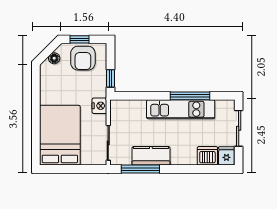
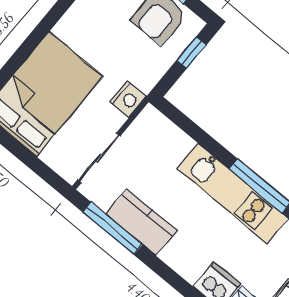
window: (111, 78) -> (191, 53), moved

